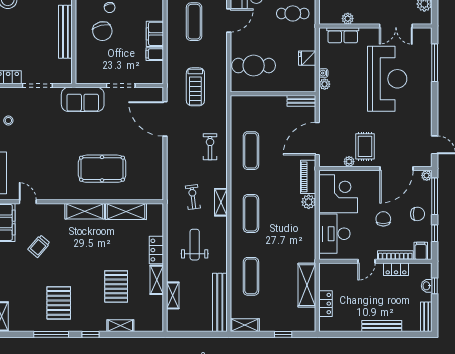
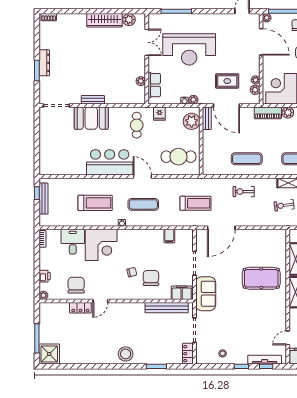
chair: (102, 31) -> (151, 278), turned -76
bench: (65, 32) -> (167, 308), moved
filing cabinet: (155, 34) -> (182, 293), moved, turned 180
fridge: (307, 58) -> (159, 114), moved
cafe table: (254, 66) -> (178, 157), turned 90
reception desk: (387, 79) -> (189, 49), turned 180
plant: (298, 82) -> (192, 121), added
door: (317, 139) -> (226, 105), moved
rug: (365, 146) -> (227, 81), moved
plant: (337, 161) -> (255, 90), added
pool table: (102, 169) -> (261, 278), turned 90

